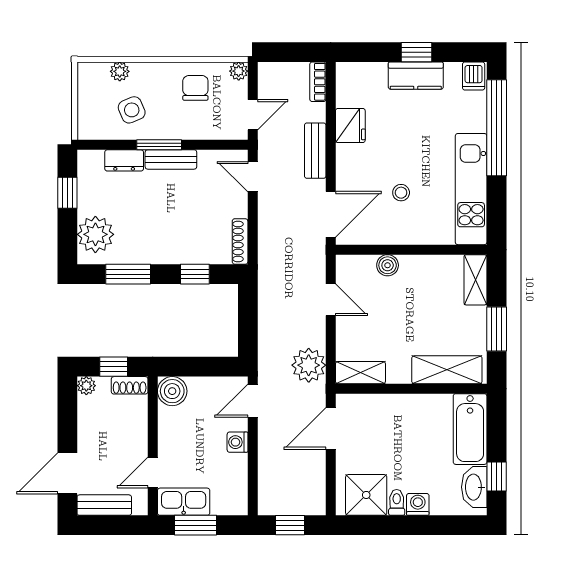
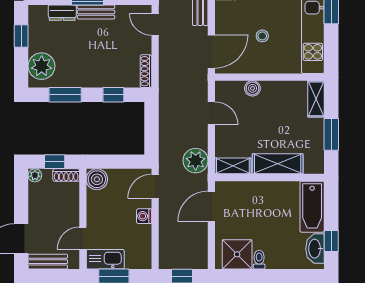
shelving: (447, 370) -> (278, 164), moved
washing machine: (418, 504) -> (274, 261), removed

